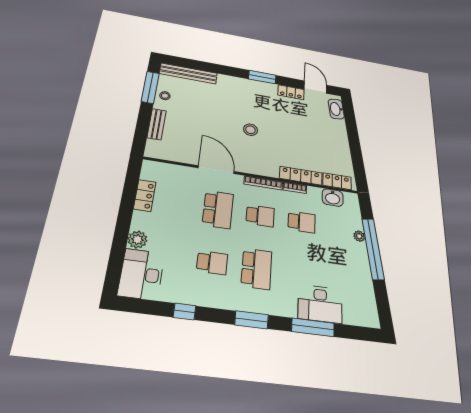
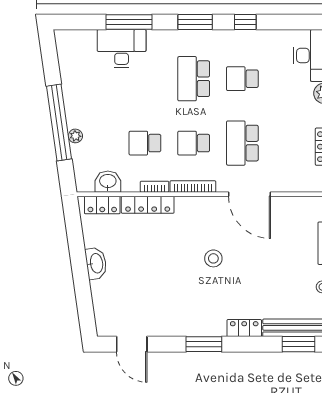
window: (190, 64) -> (298, 344), added
locker: (291, 92) -> (244, 328), moved
washbasin: (336, 109) -> (96, 263), moved
window: (185, 312) -> (245, 22), moved

